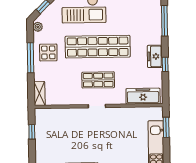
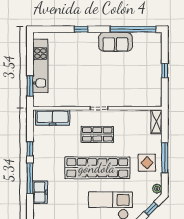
window: (164, 21) -> (30, 178), moved
freezer: (155, 56) -> (40, 192), moved
window: (32, 132) -> (165, 71), moved

